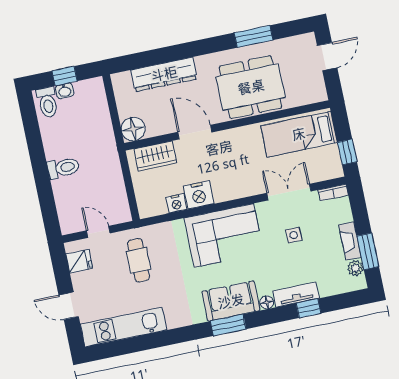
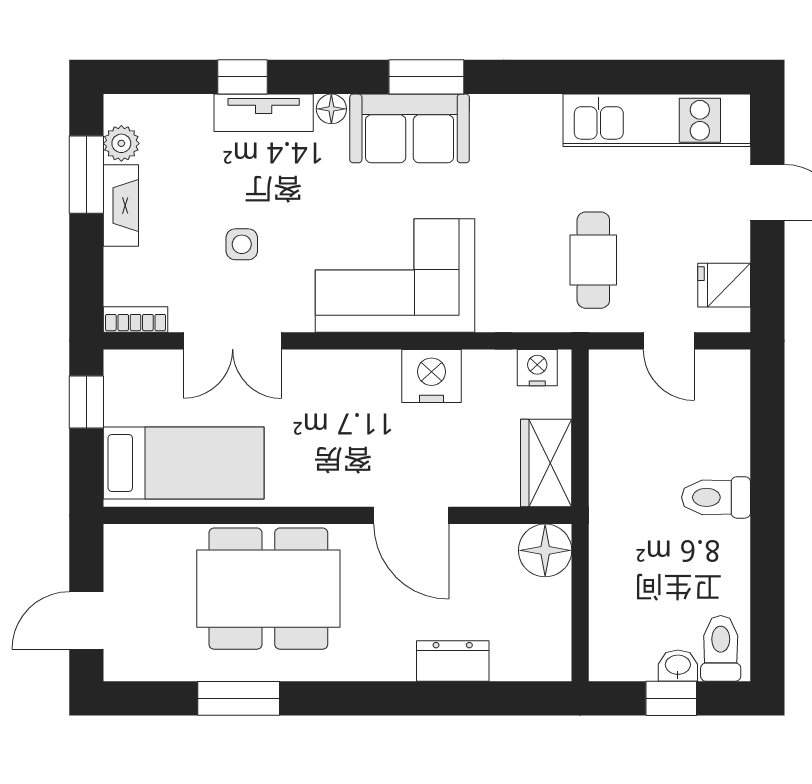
dresser: (164, 74) -> (453, 661), width x0.51, depth x0.80
wardrobe: (155, 156) -> (546, 463), moved, turned -90
nightstand: (176, 203) -> (537, 368), moved

